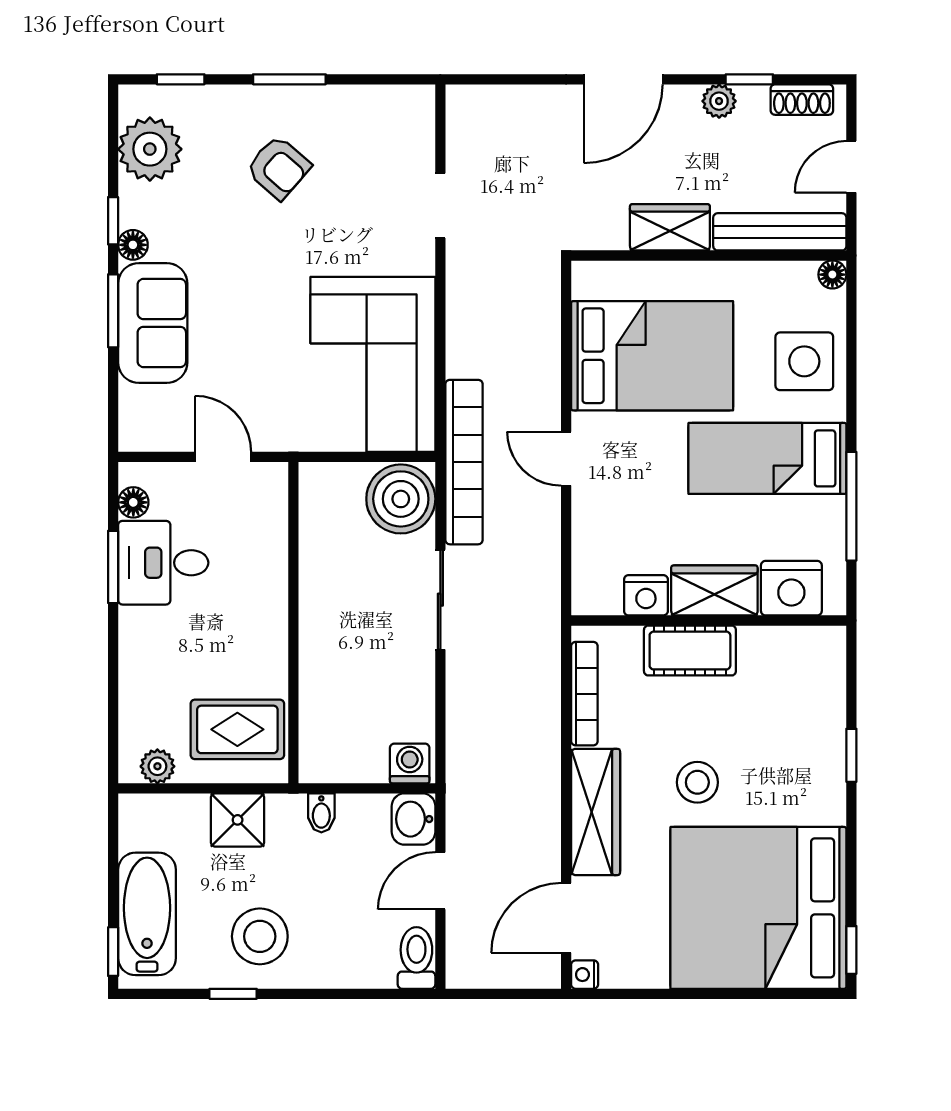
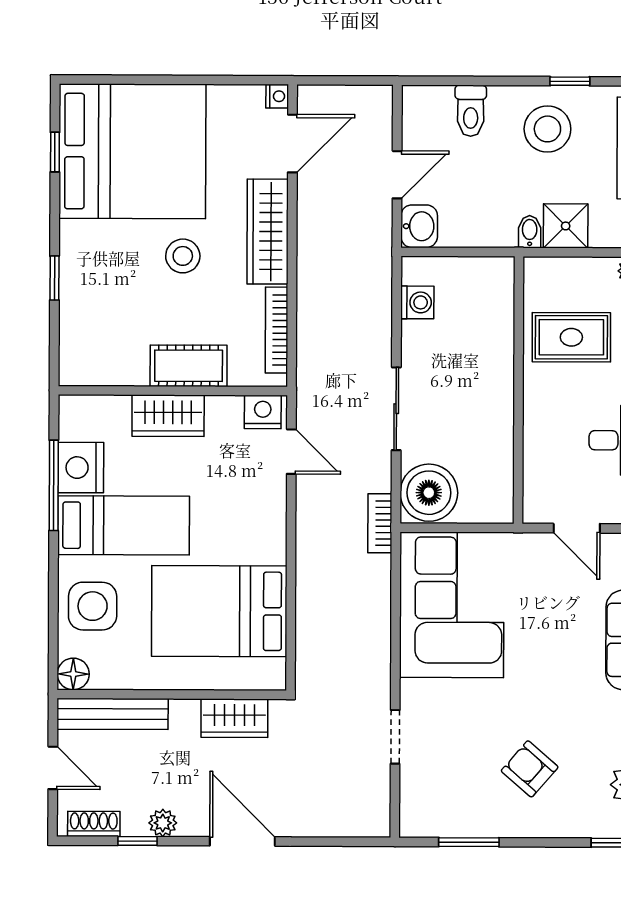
window: (289, 79) -> (469, 842), moved
door: (623, 79) -> (242, 841), hinge flipped
door: (851, 167) -> (53, 768), hinge flipped
wardrobe: (670, 227) -> (234, 718), moved
floor lamp: (832, 275) -> (73, 674), width x1.37, depth x1.37
door: (566, 459) -> (291, 452), moved
bookcase: (464, 462) -> (380, 523), width x0.43, depth x0.76
nightstand: (791, 588) -> (81, 468), moved, turned -90
nightstand: (646, 595) -> (263, 412), moved
rug: (237, 729) -> (571, 337), moved
washing machine: (410, 763) -> (417, 302), moved, turned -90
bidet: (321, 813) -> (530, 232), moved
window: (851, 950) -> (55, 152), moved
toilet: (416, 958) -> (471, 111), moved

